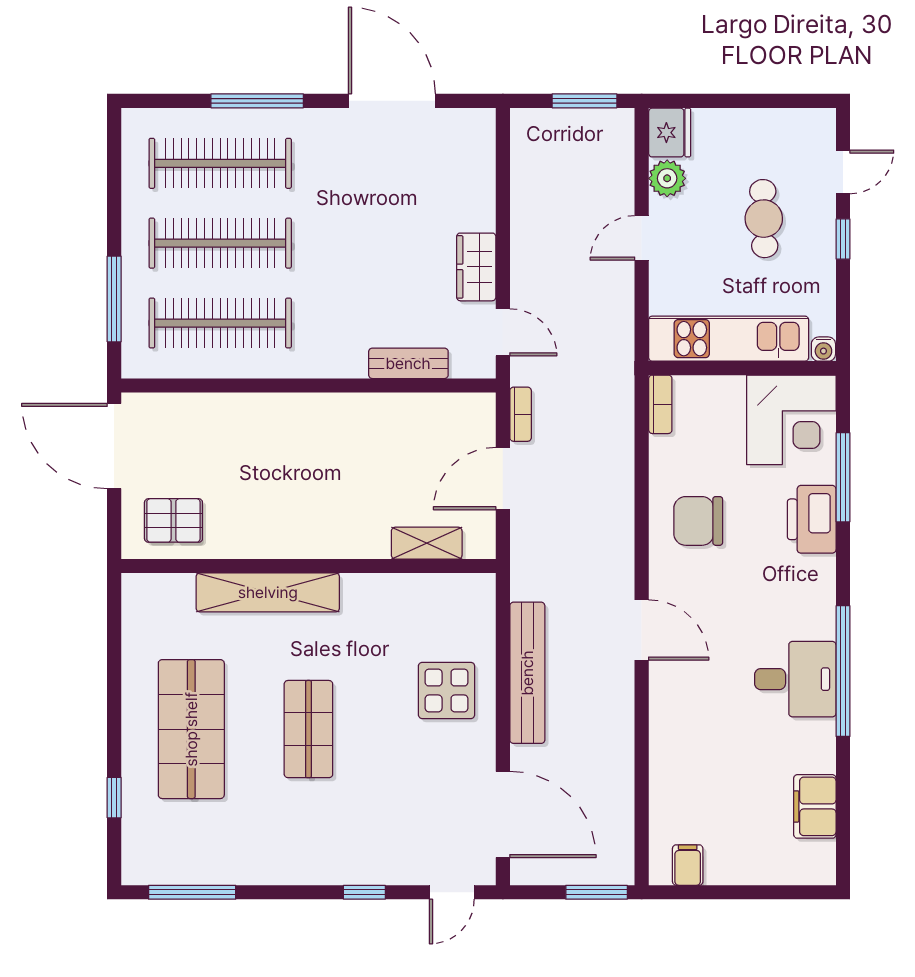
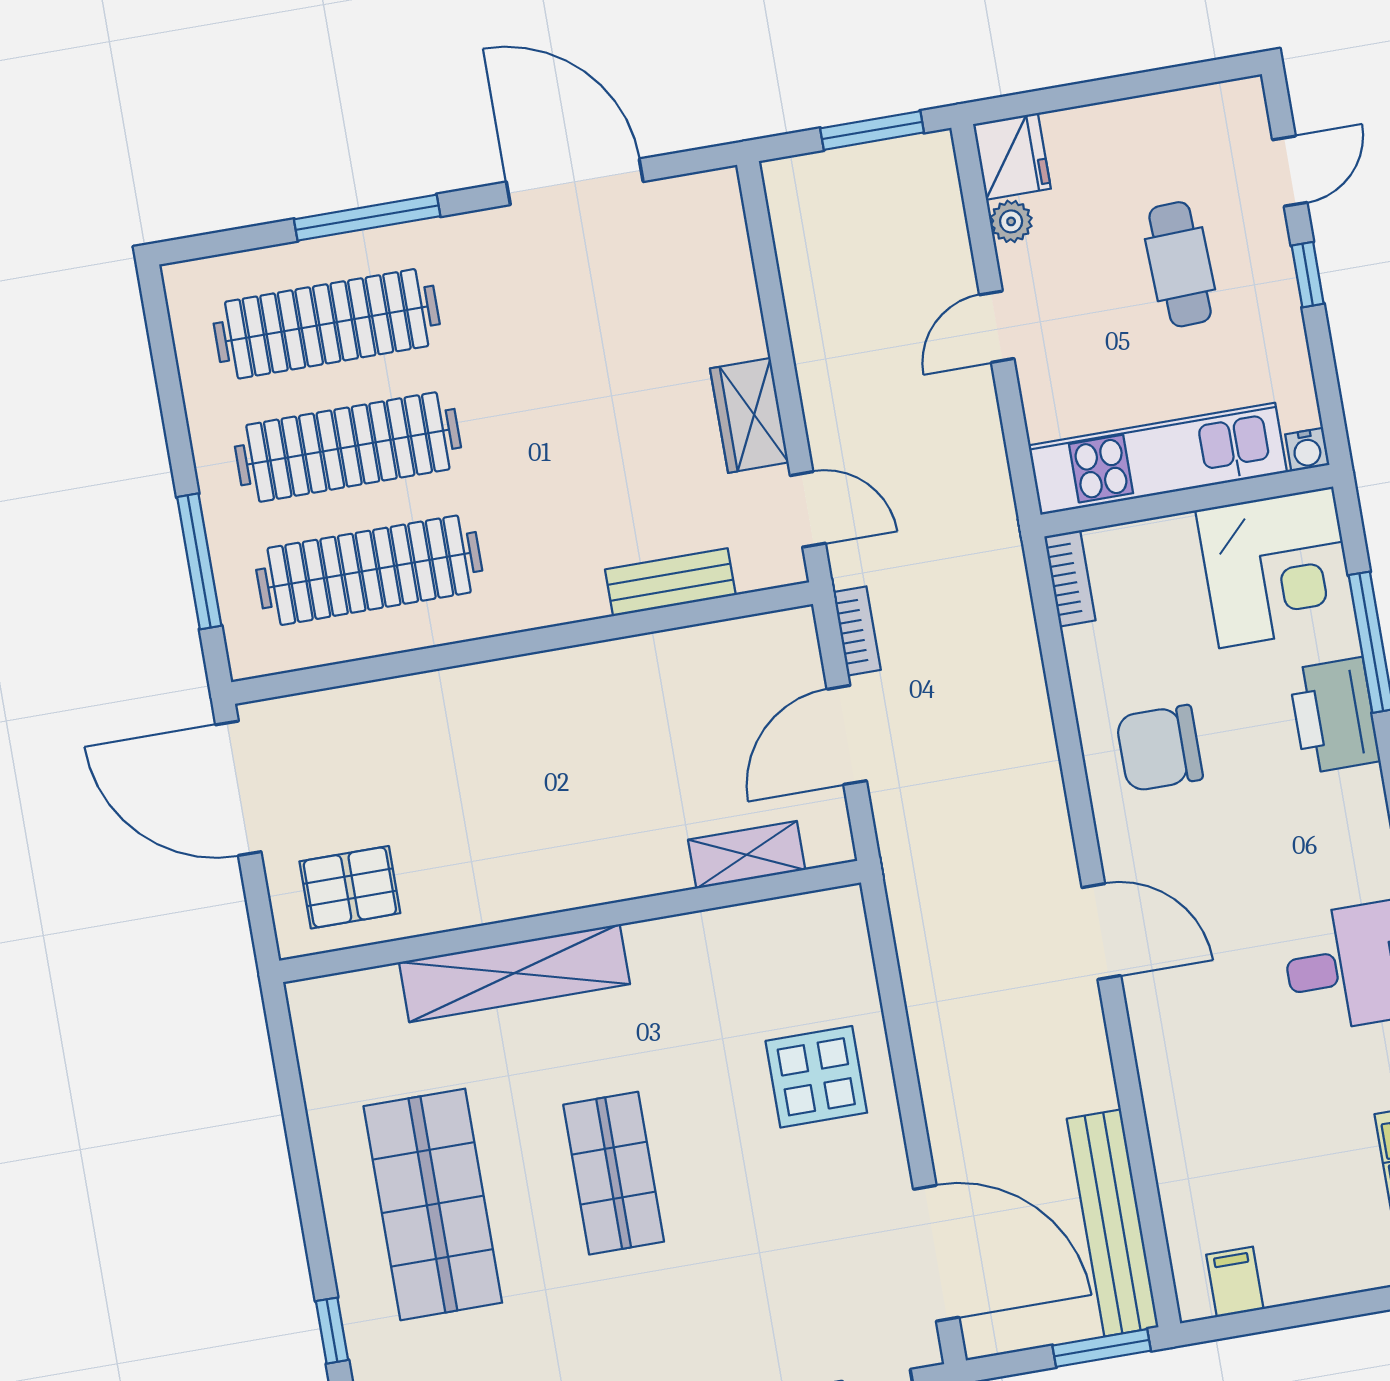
plant: (667, 178) -> (1011, 221), width x0.73, depth x0.73
bench: (527, 673) -> (1113, 1223), moved

